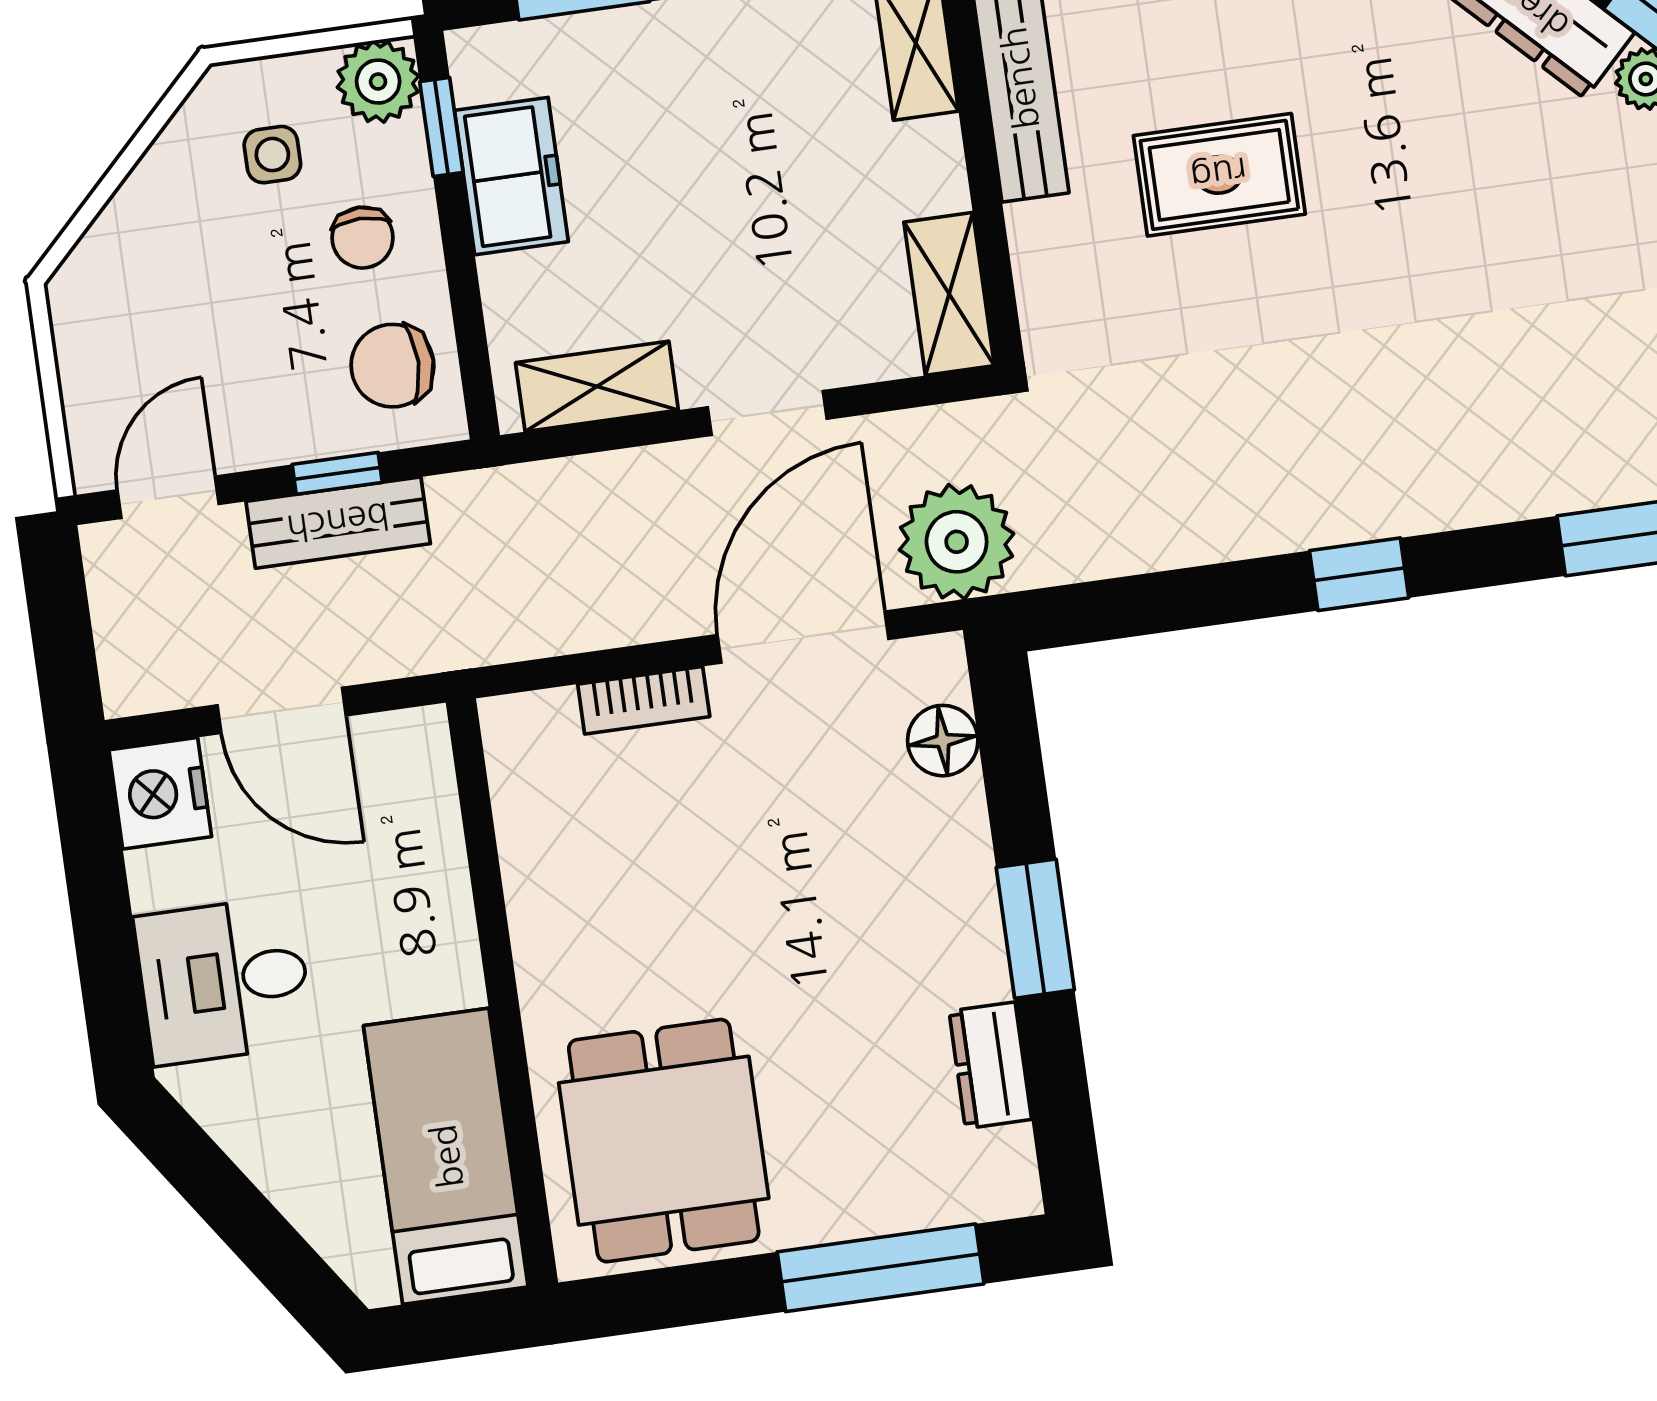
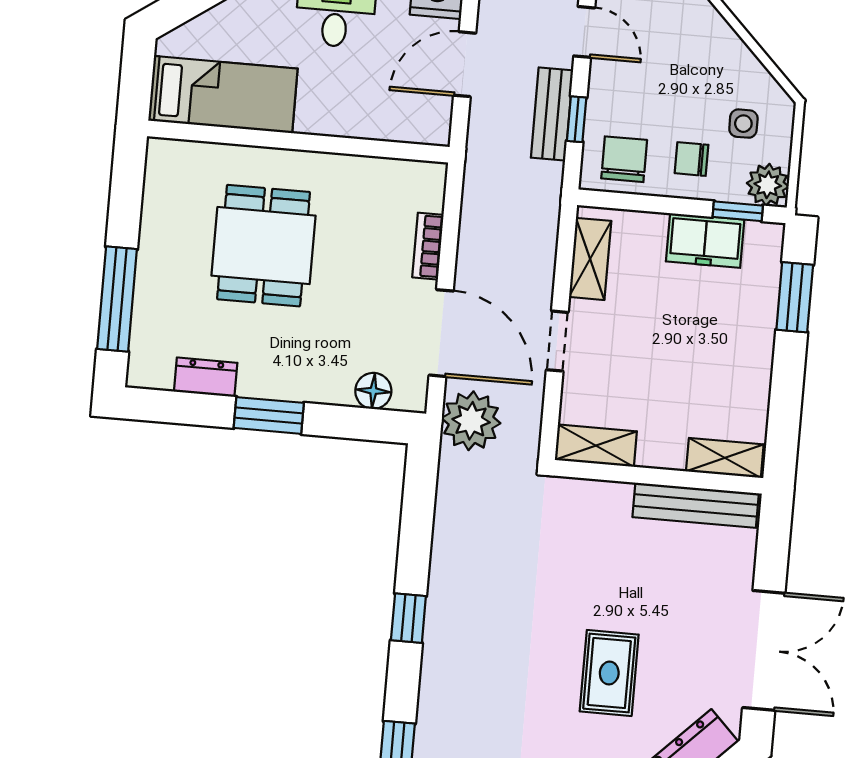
rug: (1219, 175) -> (609, 673), moved
dining table: (664, 1141) -> (264, 246), moved, turned 90

